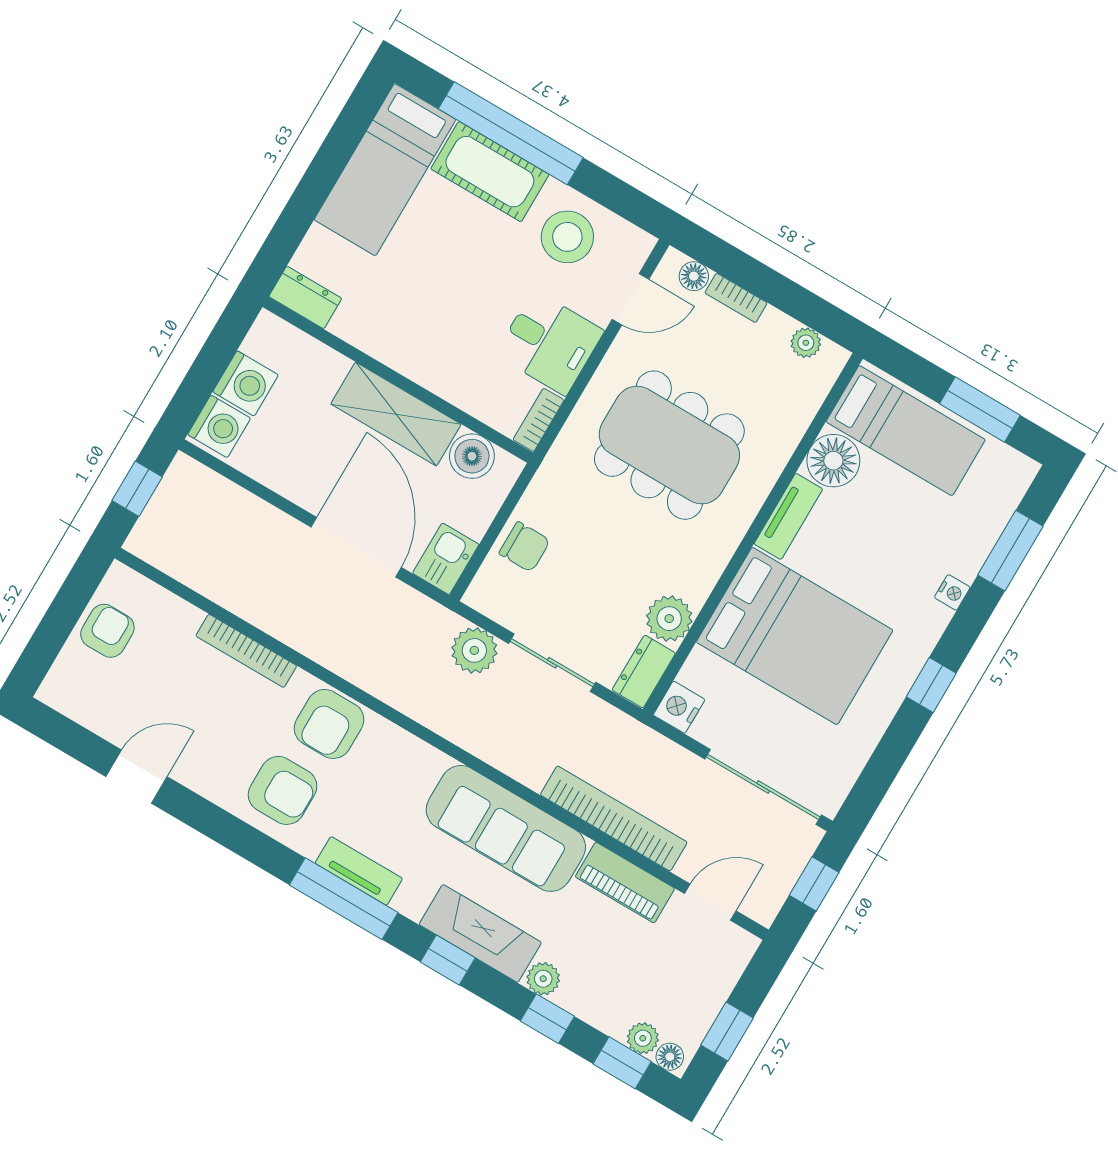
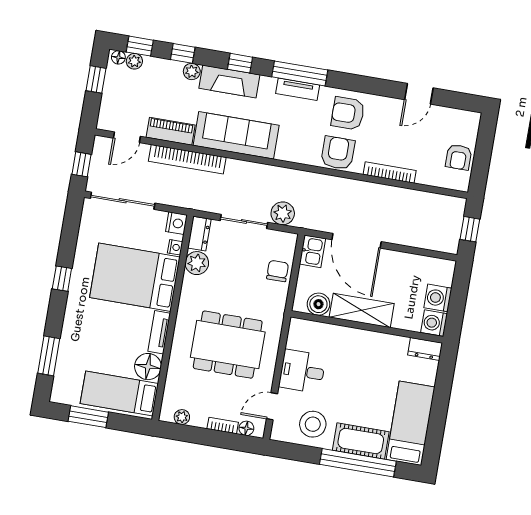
bookcase: (539, 420) -> (294, 333), removed
washing machine: (219, 426) -> (434, 323), moved
chair: (525, 547) -> (278, 271), turned 90
nightstand: (952, 592) -> (175, 247), moved, turned 180

